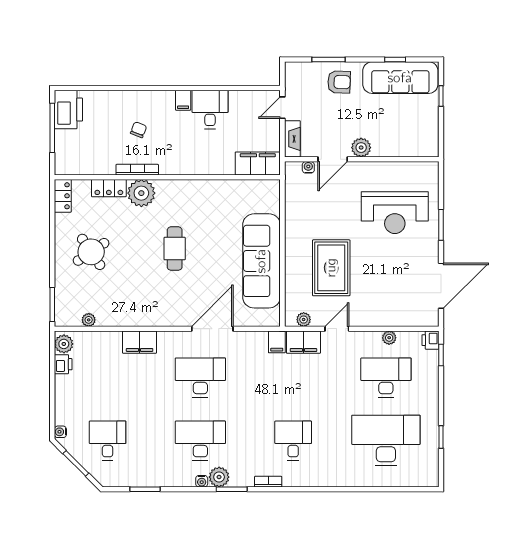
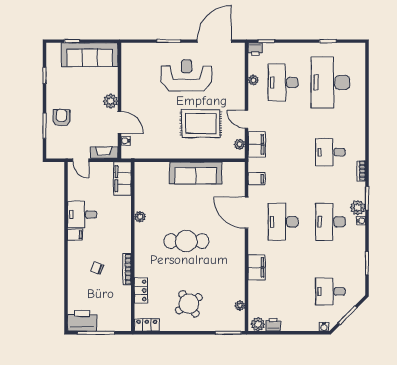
sofa: (400, 78) -> (90, 55), moved, turned 90
plant: (141, 193) -> (140, 217), moved, width x0.53, depth x0.53
reception desk: (395, 213) -> (187, 75), moved, turned -90
cafe table: (175, 249) -> (186, 241), width x1.37, depth x1.35
sofa: (261, 261) -> (196, 173), width x0.74, depth x0.79
door: (441, 286) -> (214, 41), hinge flipped
filing cabinet: (277, 342) -> (256, 179), moved

